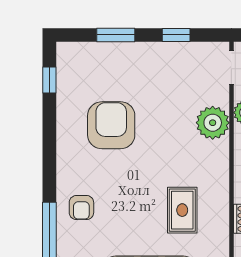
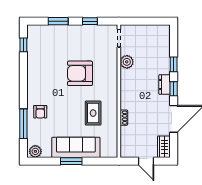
plant: (213, 123) -> (109, 67), removed
armchair: (111, 125) -> (80, 73), moved, turned -90

